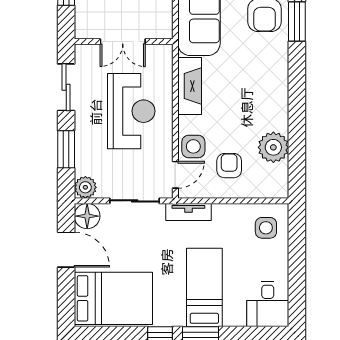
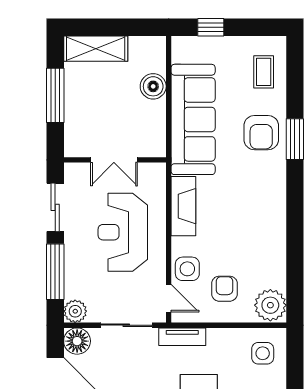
reception desk: (131, 111) -> (123, 232), turned 180
plant: (273, 147) -> (270, 305), moved
window: (66, 149) -> (55, 272), width x1.44
door: (175, 175) -> (169, 298), hinge flipped

